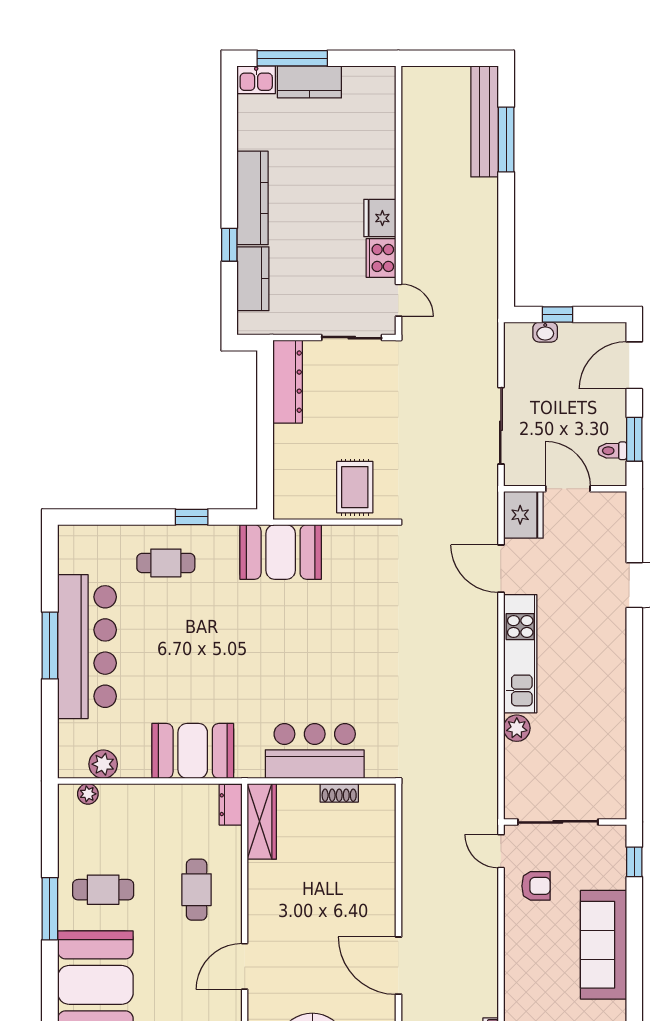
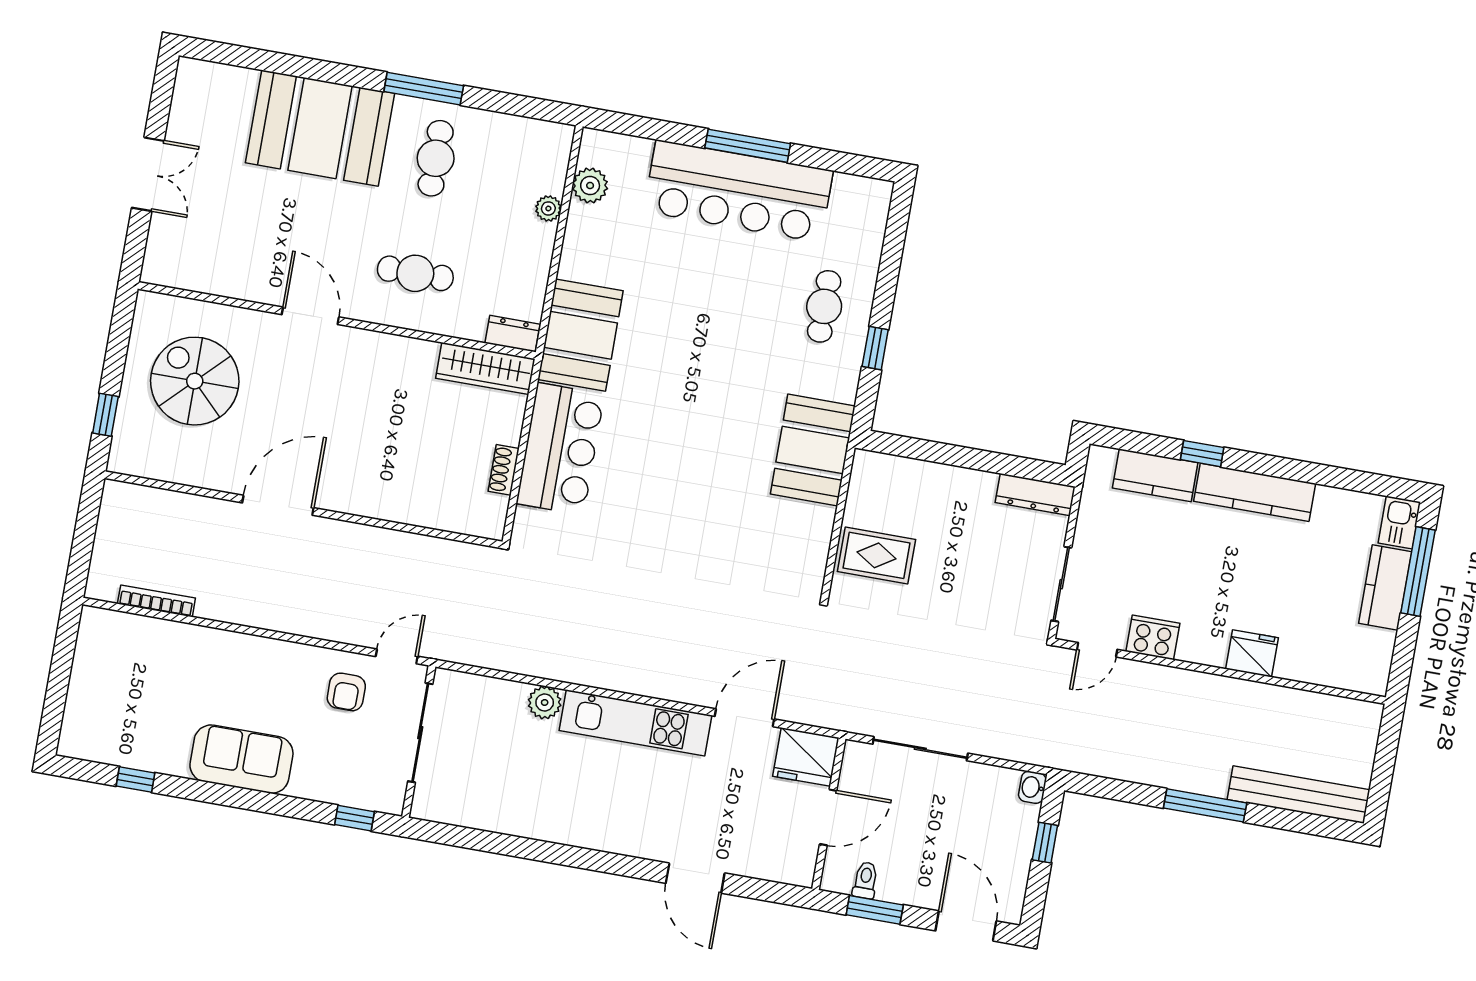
window: (506, 140) -> (1205, 805), moved
fridge: (380, 218) -> (1252, 653), moved
washbasin: (545, 332) -> (1032, 787), moved
dresser: (288, 382) -> (1035, 495), width x0.73, depth x0.80
booth: (193, 751) -> (580, 335), moved
plant: (88, 794) -> (548, 208), moved
sofa: (603, 945) -> (241, 759), width x0.73

